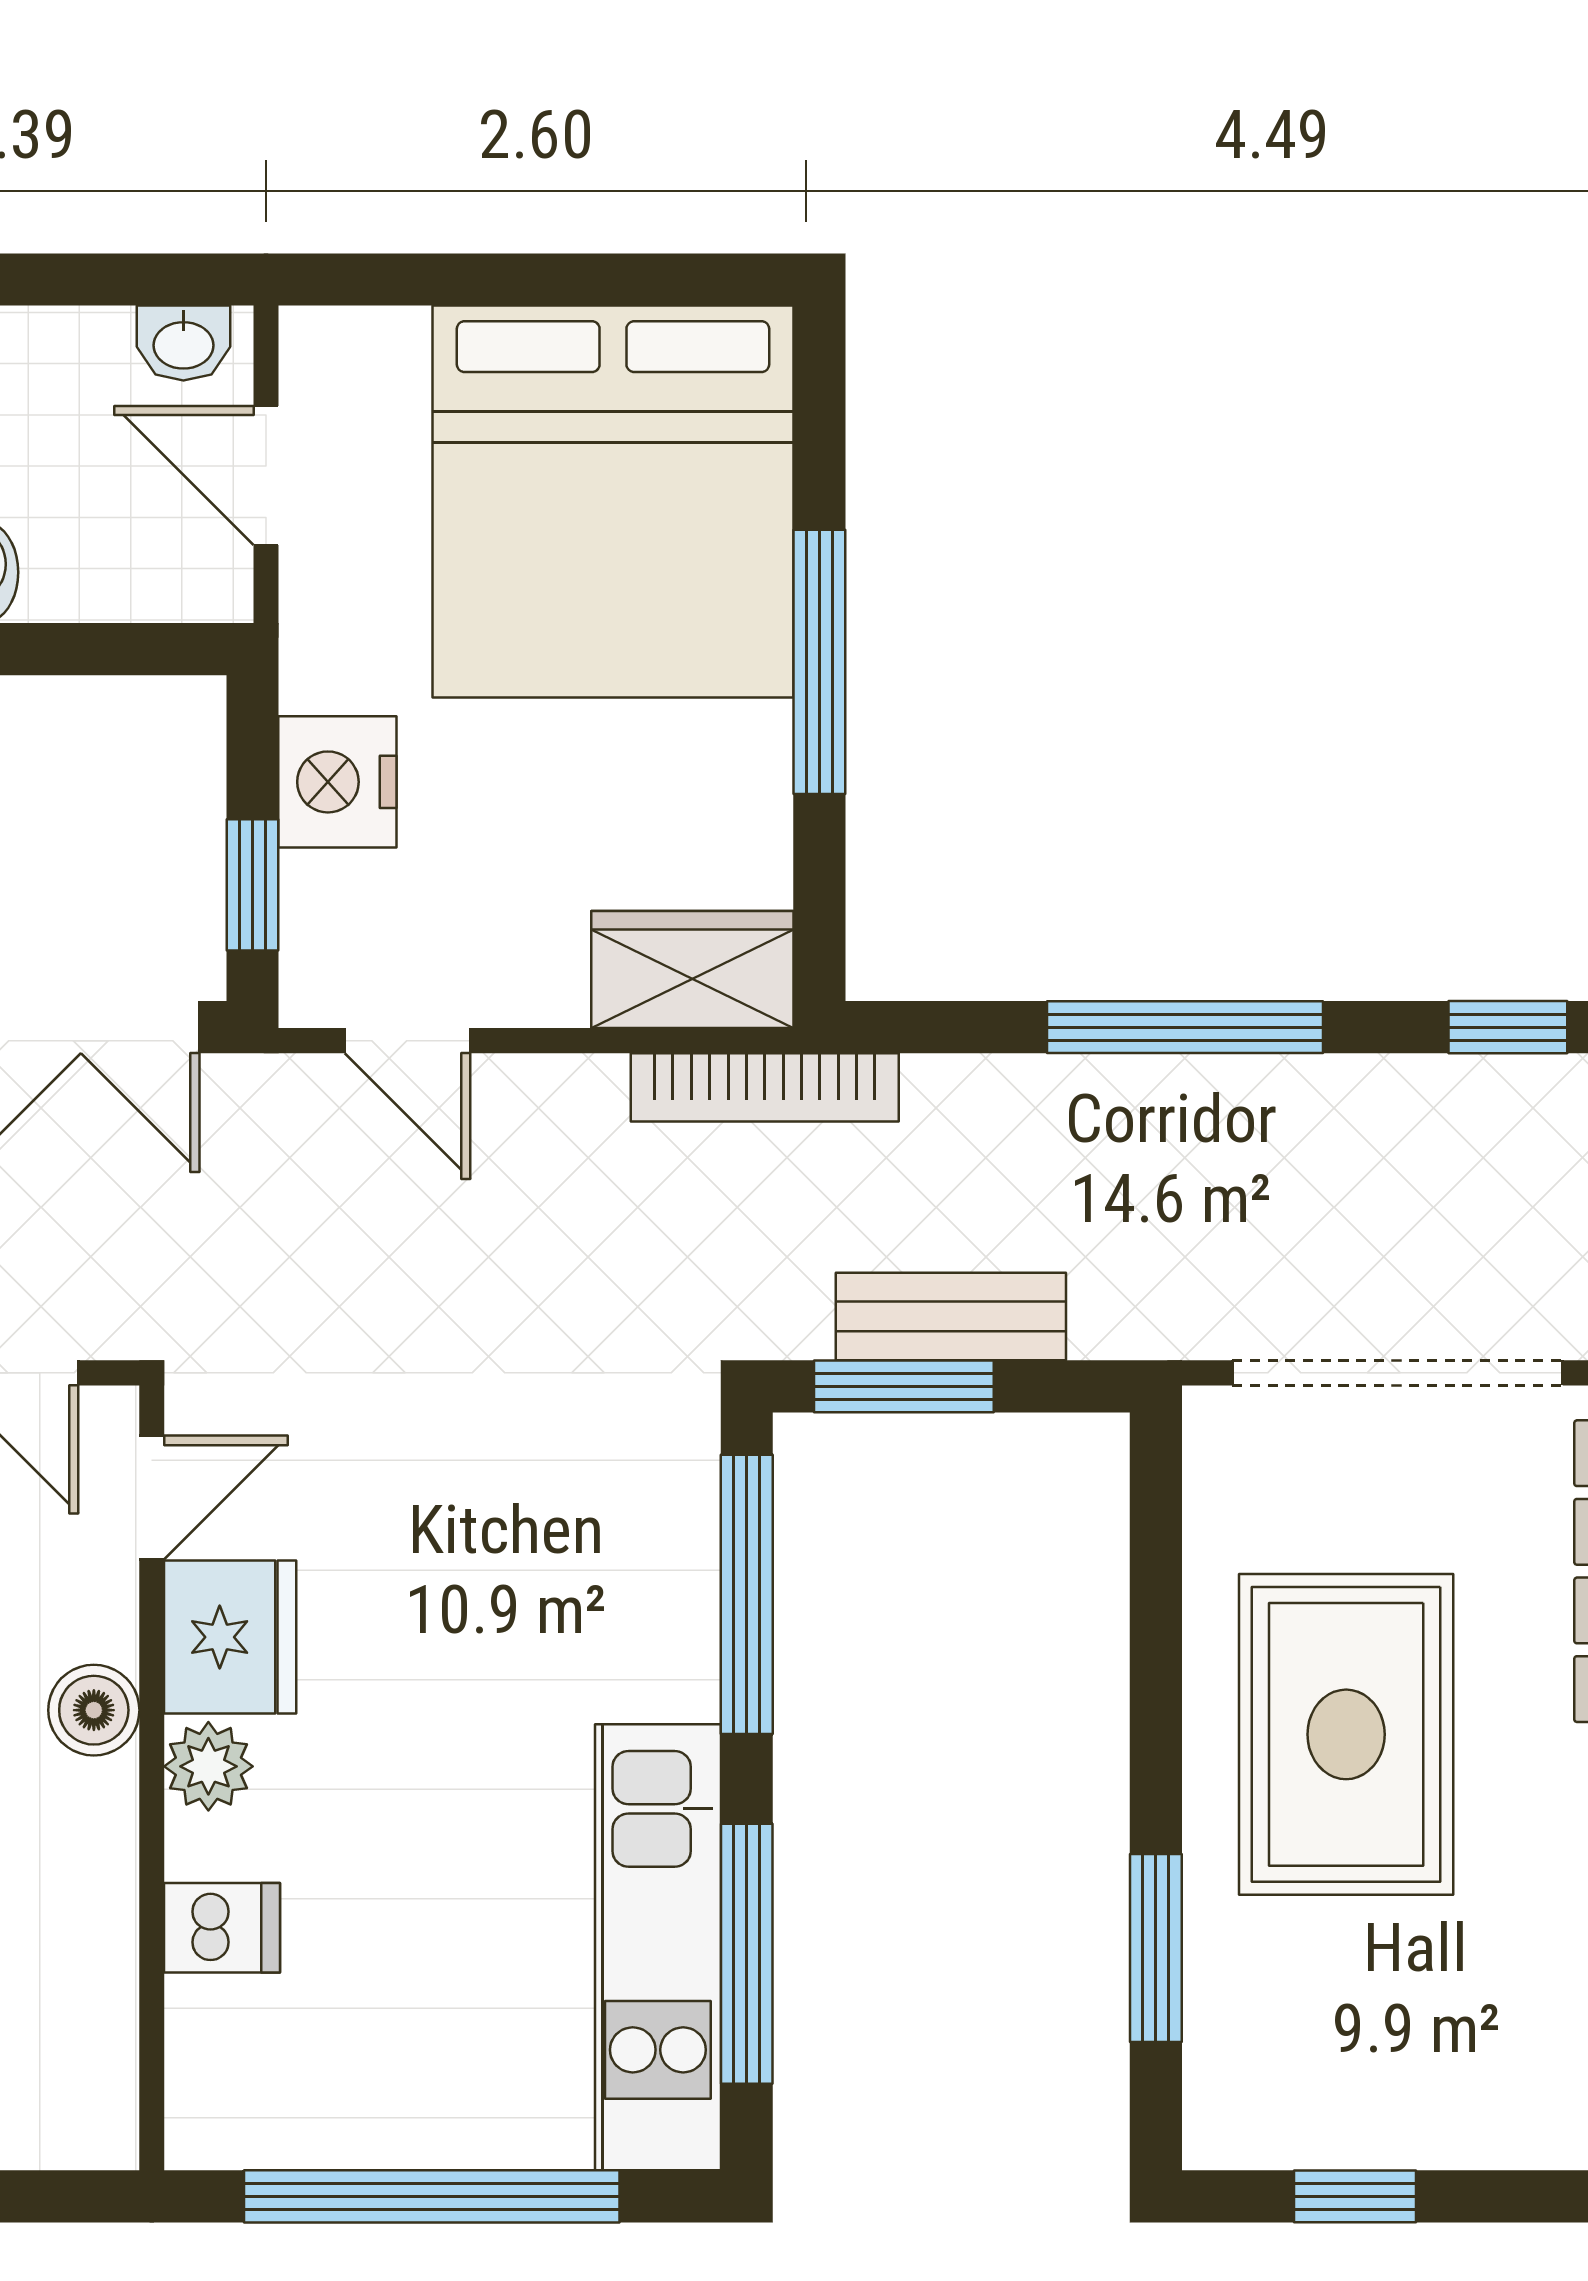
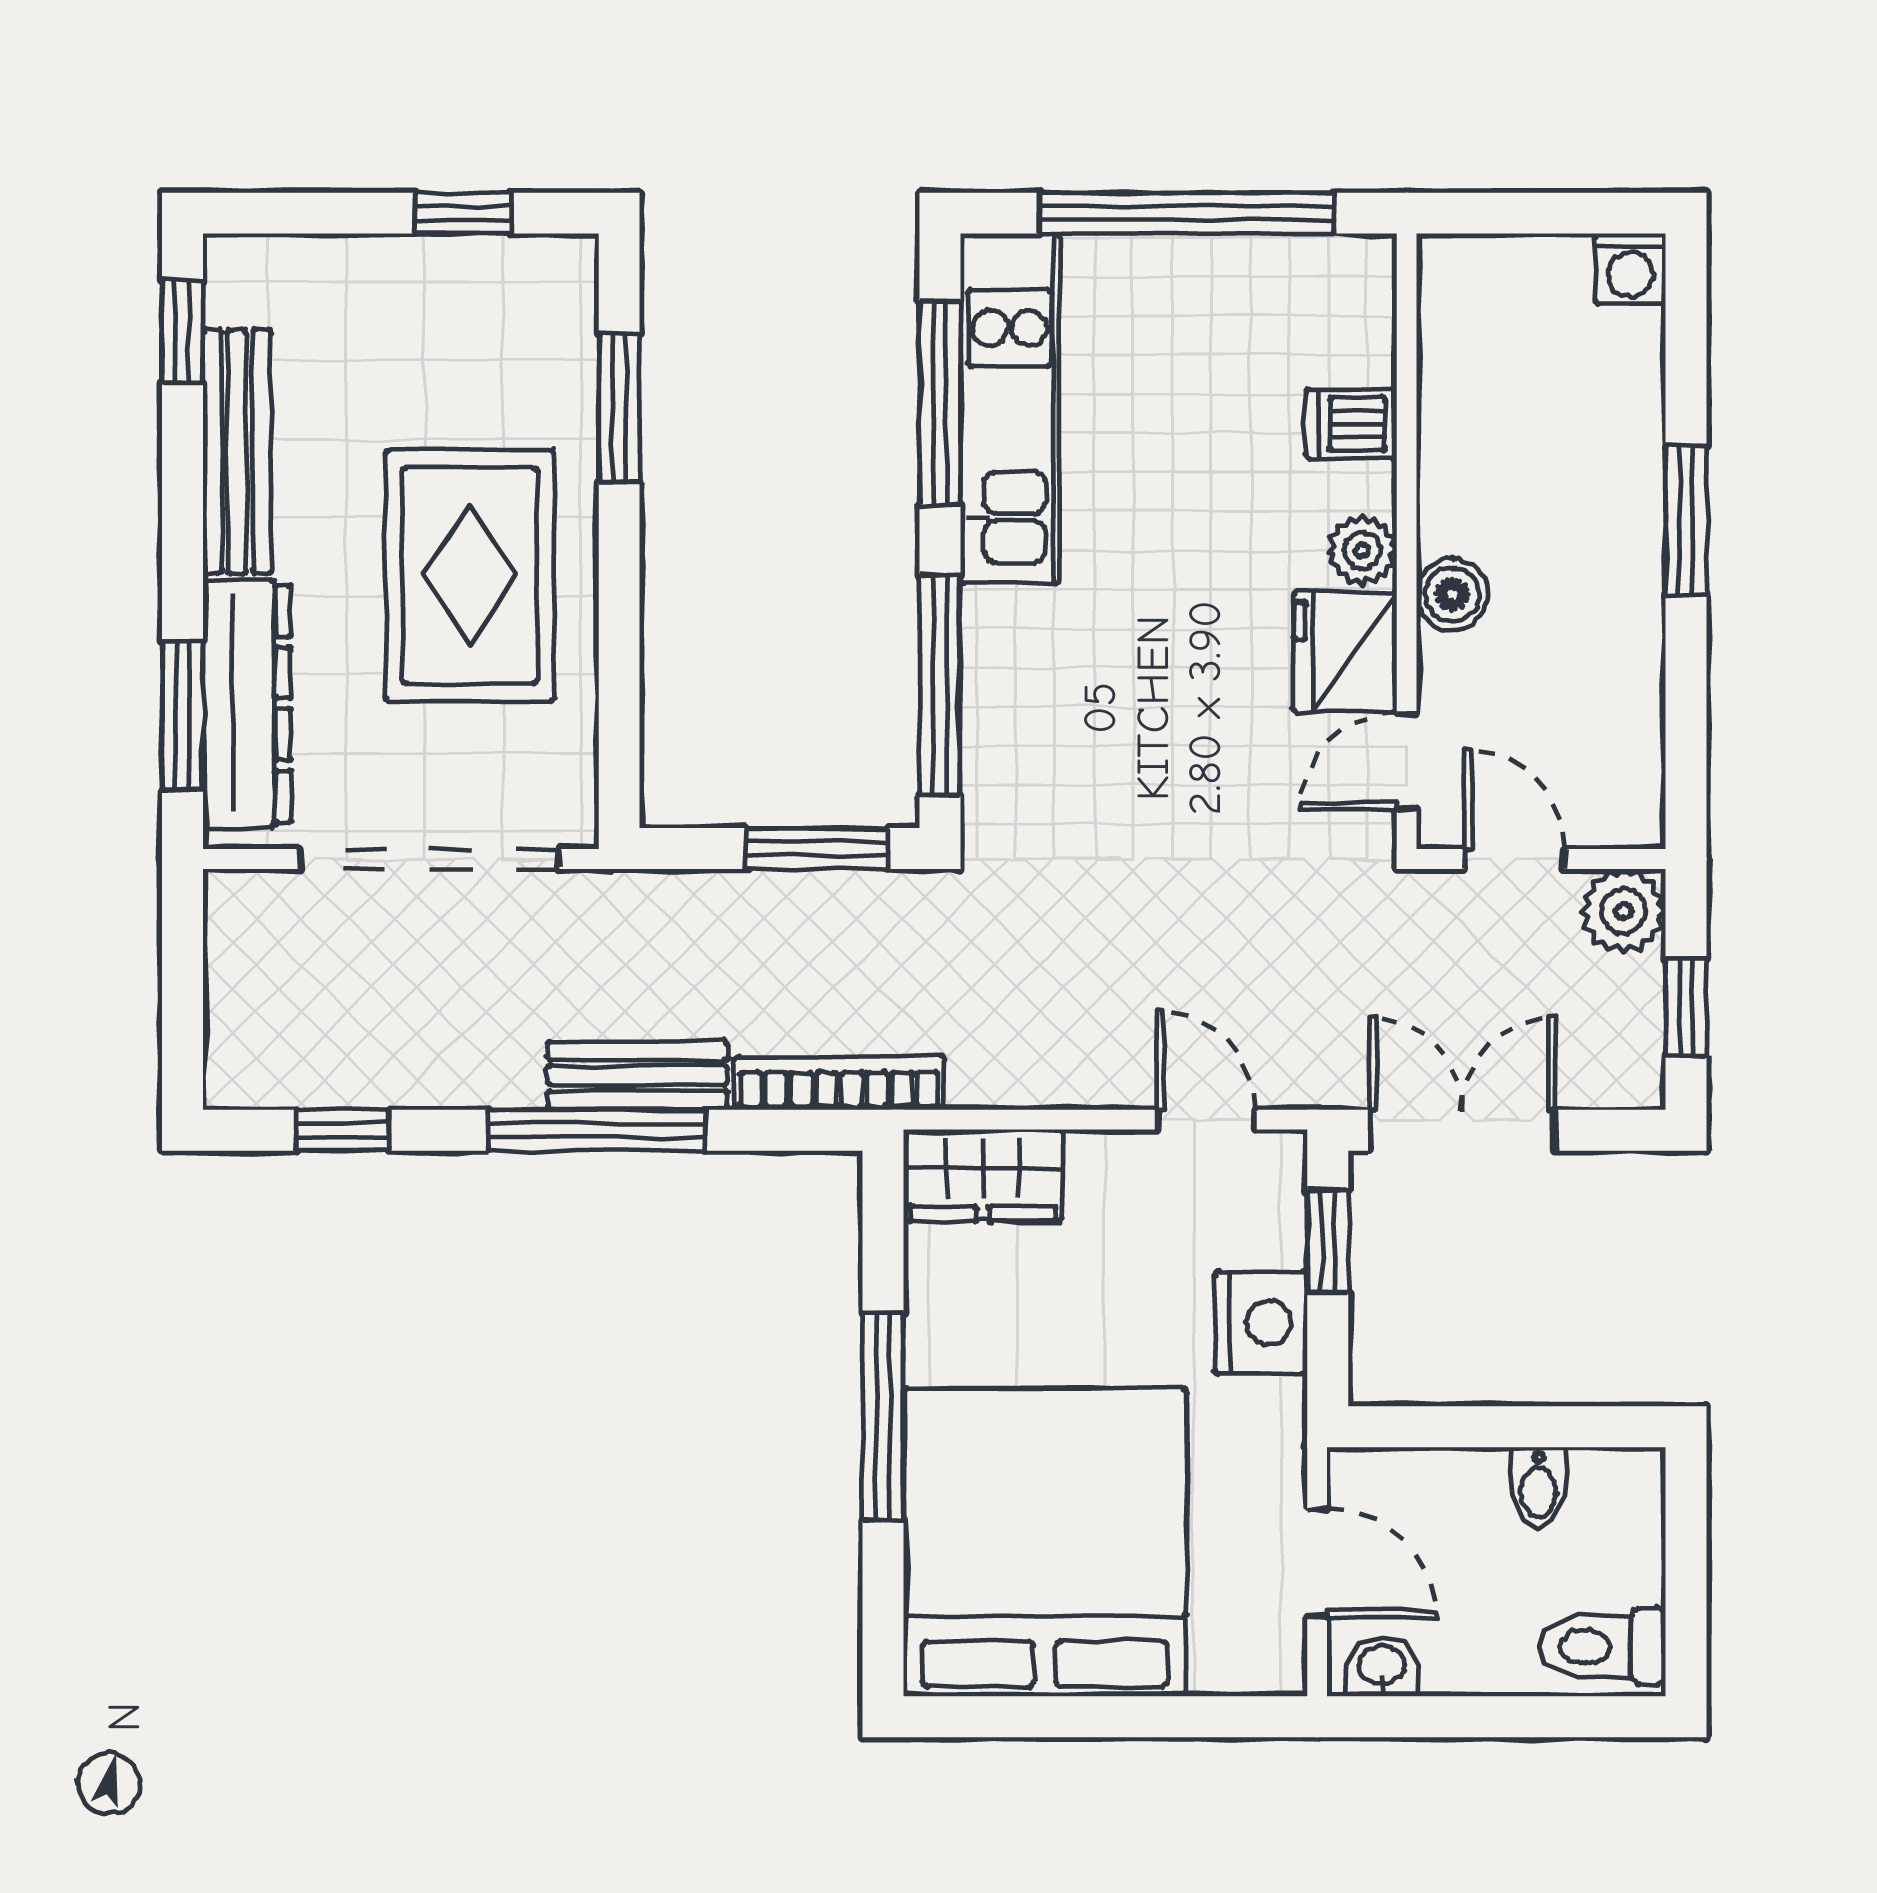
bookcase: (765, 1087) -> (839, 1083), moved
bench: (951, 1317) -> (638, 1075), moved

